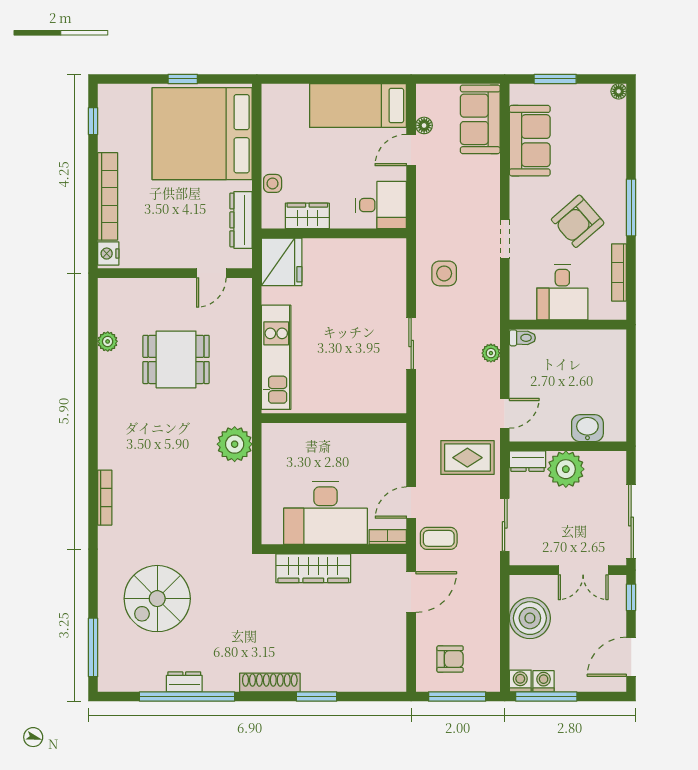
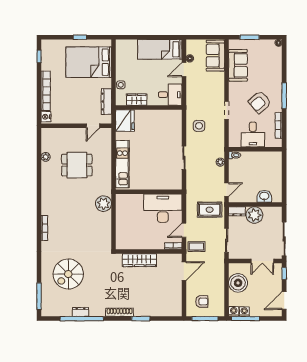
bed: (202, 134) -> (89, 62), width x0.73
desk: (325, 513) -> (163, 208), moved, turned 180

